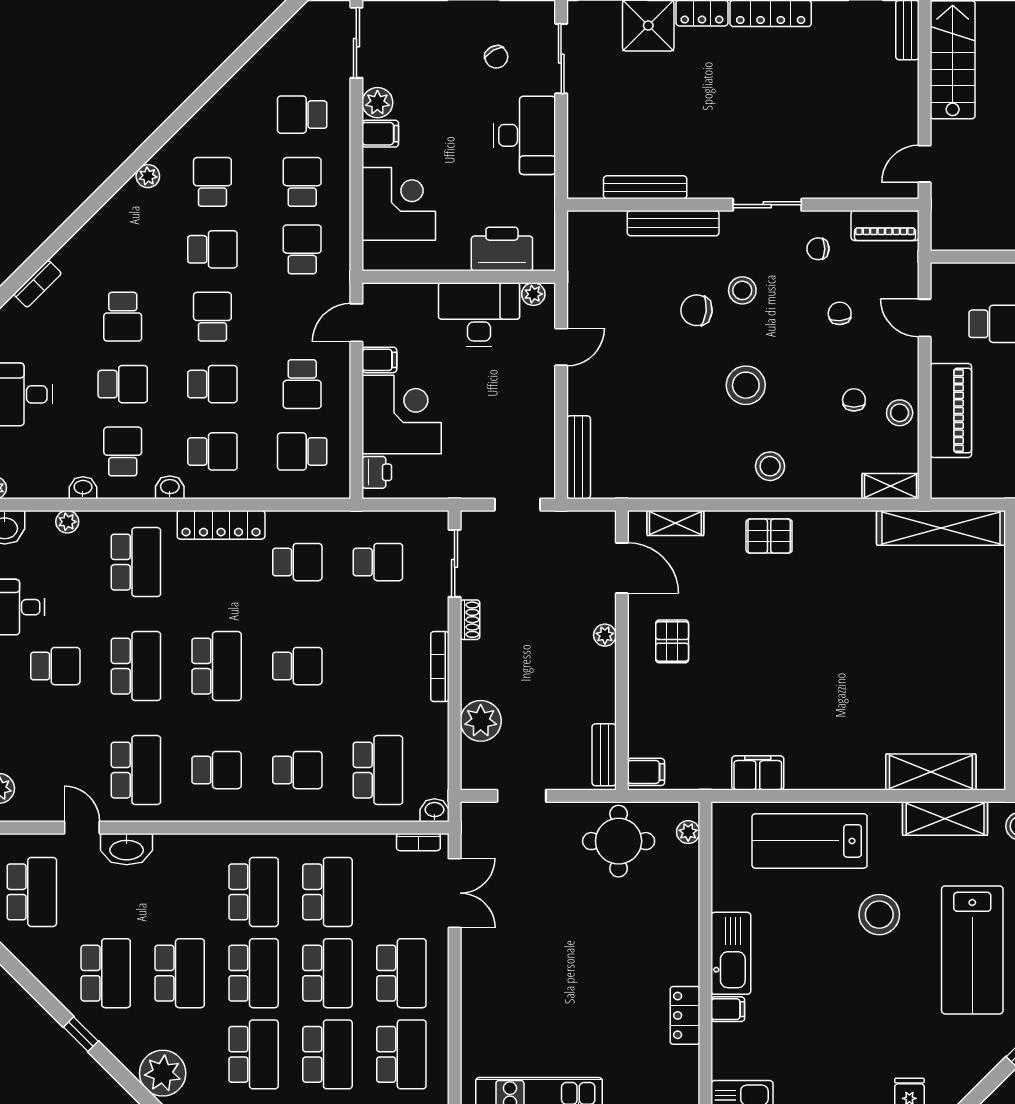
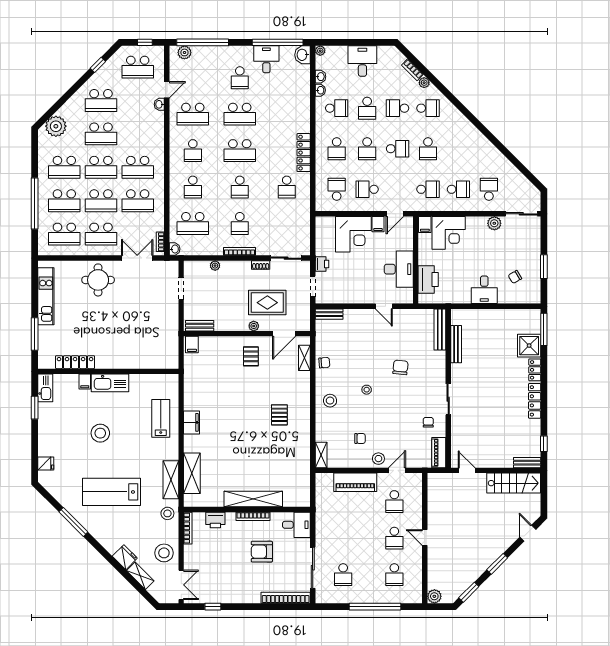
sliding door: (561, 59) -> (514, 306), removed
filing cabinet: (380, 134) -> (425, 225), moved
desk: (525, 135) -> (484, 290), width x0.73
plant: (148, 176) -> (424, 83), moved
school desk: (212, 182) -> (428, 108), moved
bench: (673, 223) -> (440, 329), moved
stool: (742, 290) -> (409, 388), removed
plant: (533, 294) -> (408, 294), removed
chair: (840, 313) -> (324, 363), moved
door: (356, 323) -> (395, 214), swing flipped
stool: (746, 385) -> (367, 390), width x0.53, depth x0.53
stool: (900, 413) -> (378, 459), moved
bench: (579, 457) -> (329, 314), width x0.73
printer: (377, 472) -> (322, 264), moved, turned -90
washbasin: (170, 487) -> (321, 77), moved
plant: (67, 522) -> (305, 83), removed
shelving: (941, 528) -> (253, 499), moved, turned 90
pallet: (769, 536) -> (279, 415), moved
school desk: (136, 562) -> (287, 114), removed
school desk: (378, 562) -> (240, 223), moved
rug: (553, 605) -> (267, 303), added
pallet: (672, 641) -> (251, 356), turned 90
plant: (481, 721) -> (215, 266), width x0.53, depth x0.53
filing cabinet: (758, 773) -> (192, 422), moved
plant: (688, 832) -> (165, 364), removed
round table: (619, 841) -> (98, 280), moved
lab bench: (810, 841) -> (161, 418), width x0.73, depth x0.72
washbasin: (127, 849) -> (159, 104), width x0.52, depth x0.69
double door: (455, 893) -> (137, 258), swing flipped
stool: (879, 915) -> (100, 433), moved
locker: (685, 1015) -> (75, 362), width x1.53
window: (81, 1034) -> (98, 65), moved

